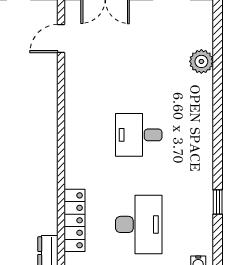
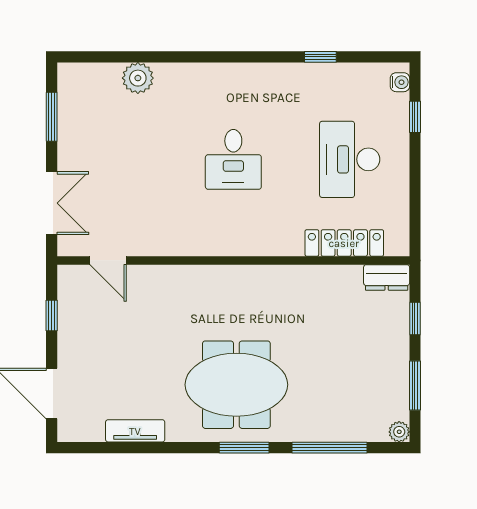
desk: (139, 224) -> (350, 159), turned -90

